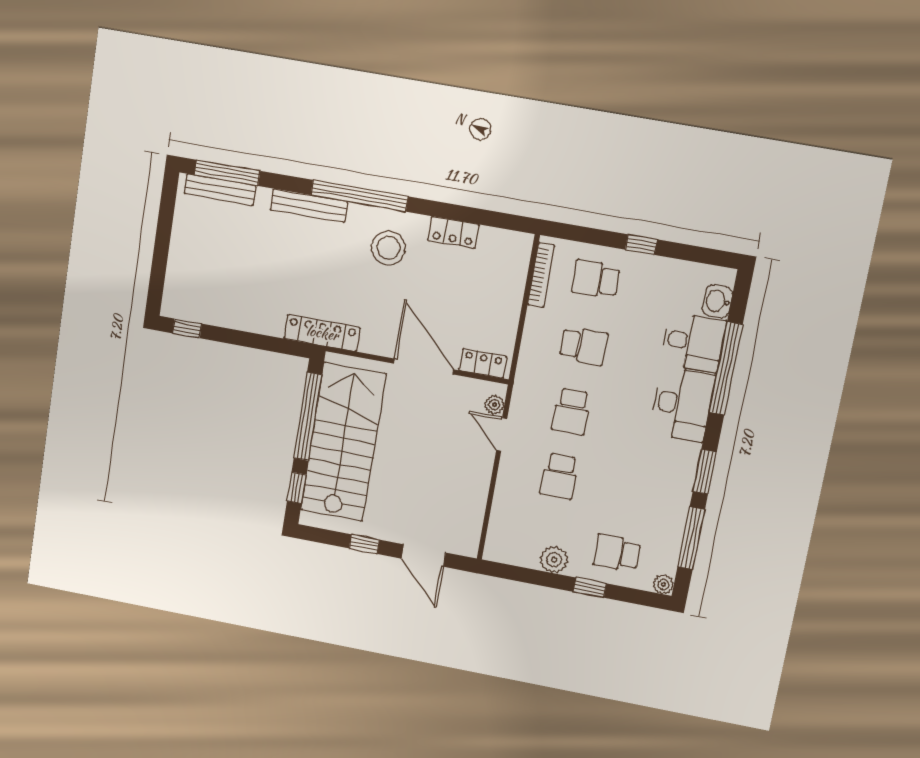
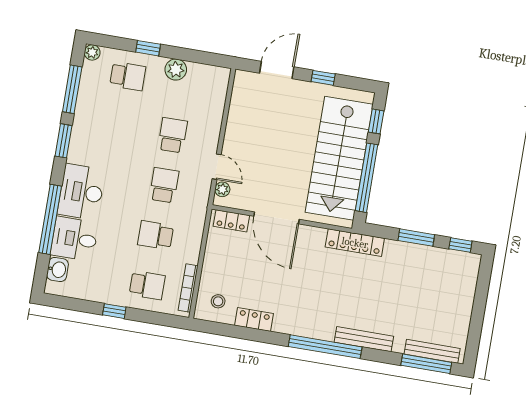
stool: (388, 248) -> (218, 301), moved, width x0.53, depth x0.53
window: (243, 339) -> (416, 238), added
door: (423, 556) -> (277, 70), hinge flipped

